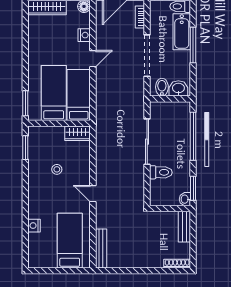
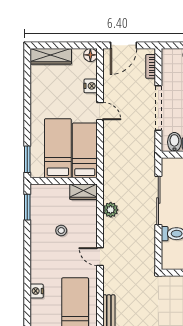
door: (93, 59) -> (100, 111), hinge flipped
plant: (103, 150) -> (111, 210), added

